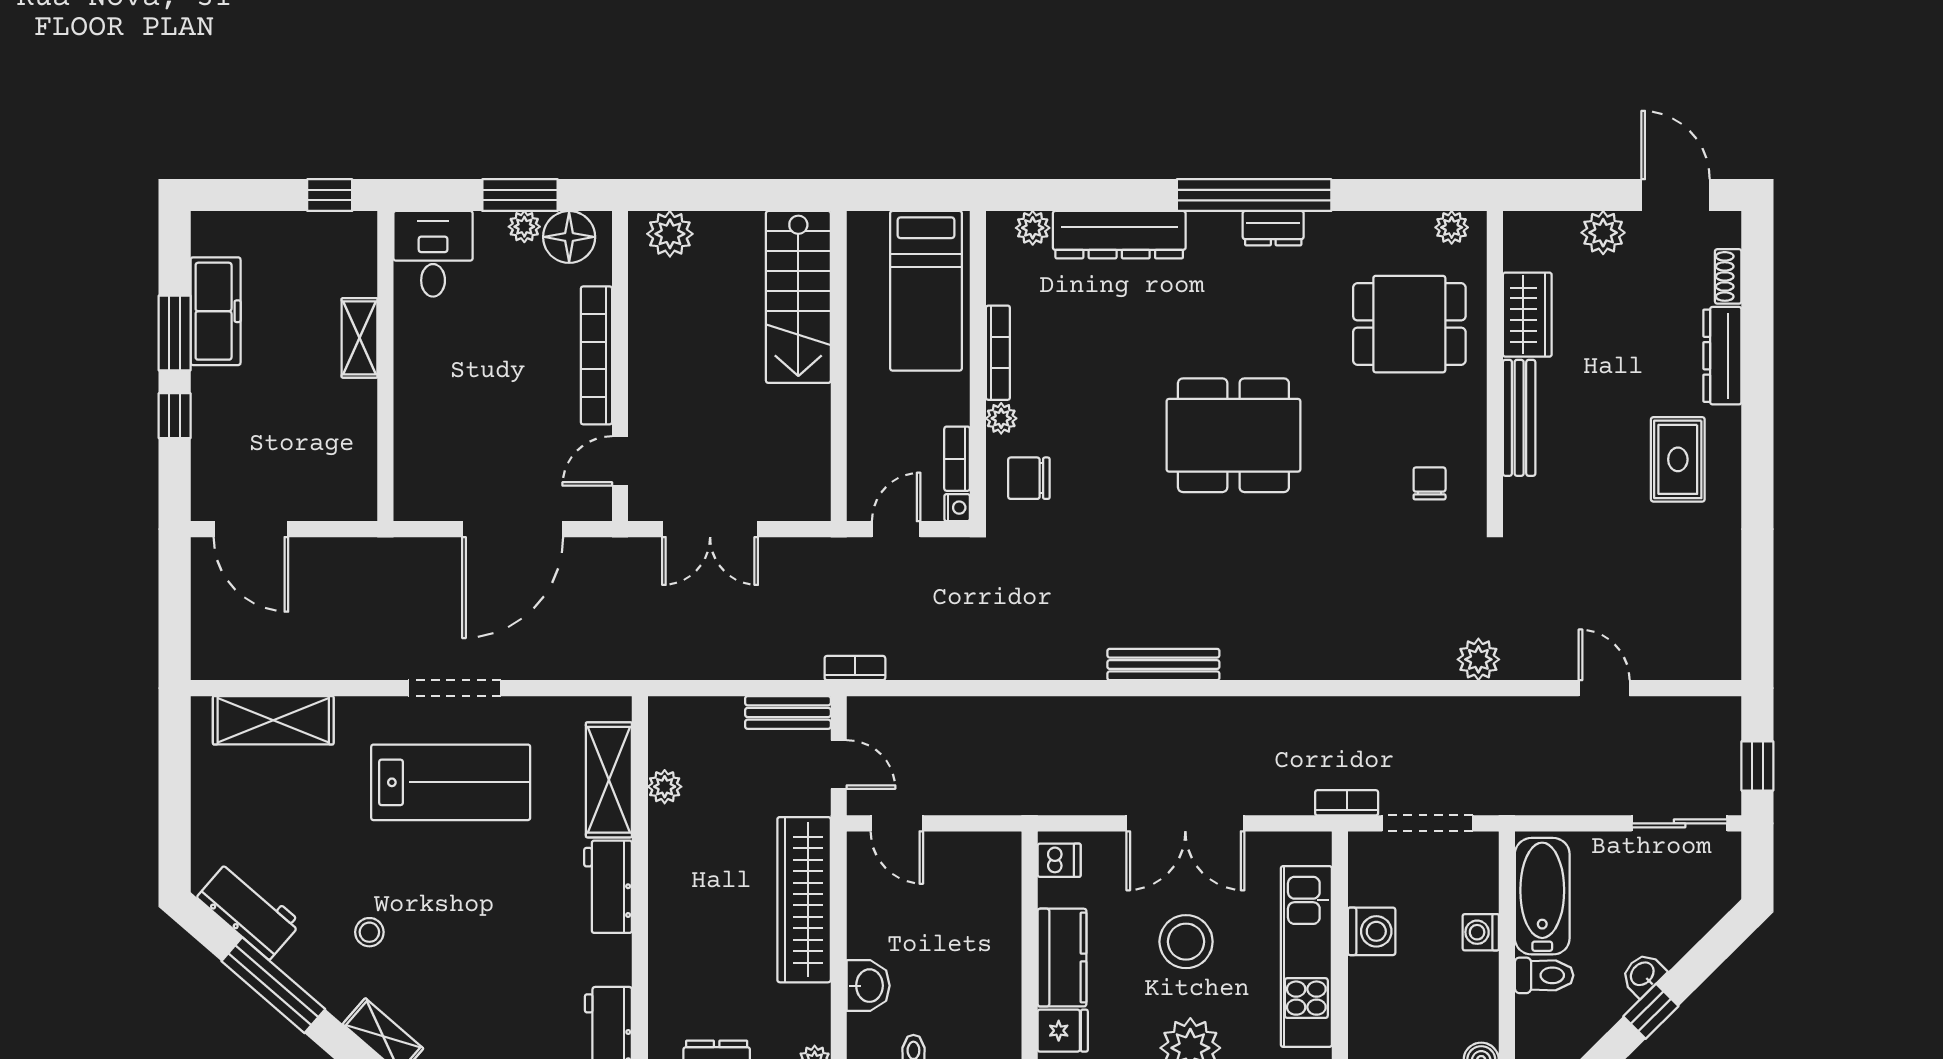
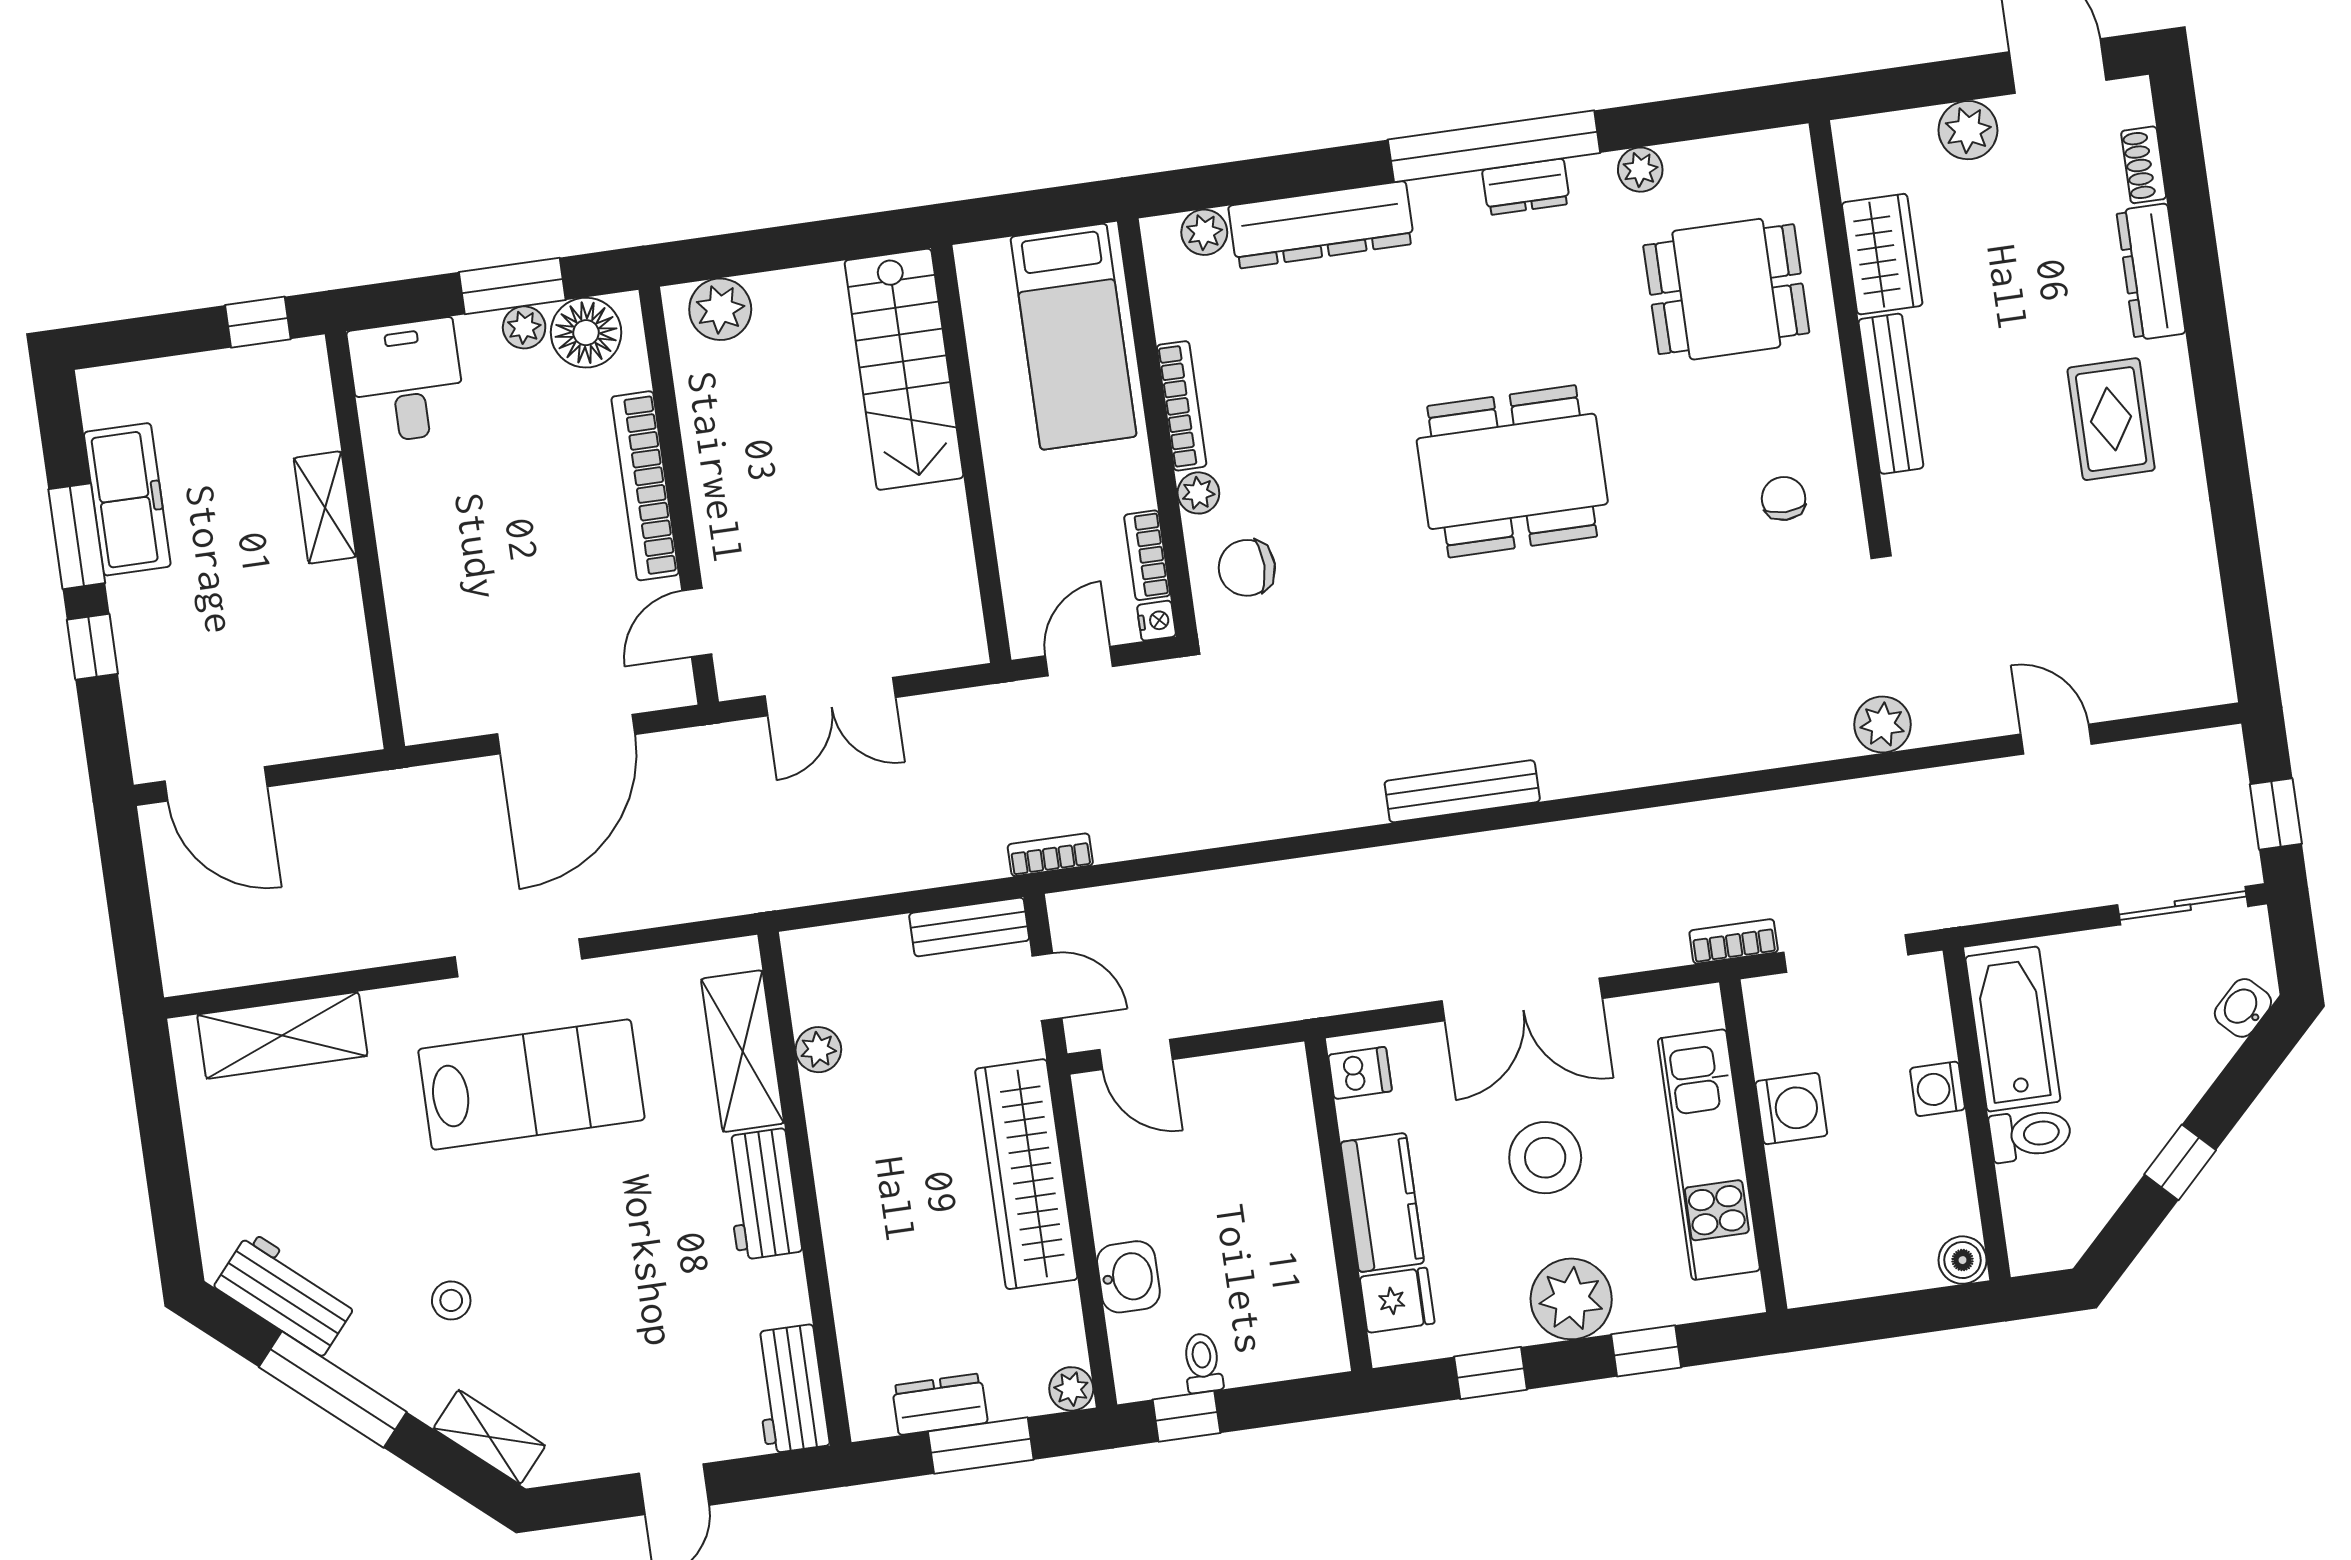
plant: (1452, 227) -> (1640, 170), moved
washbasin: (1643, 974) -> (2243, 1008), moved

